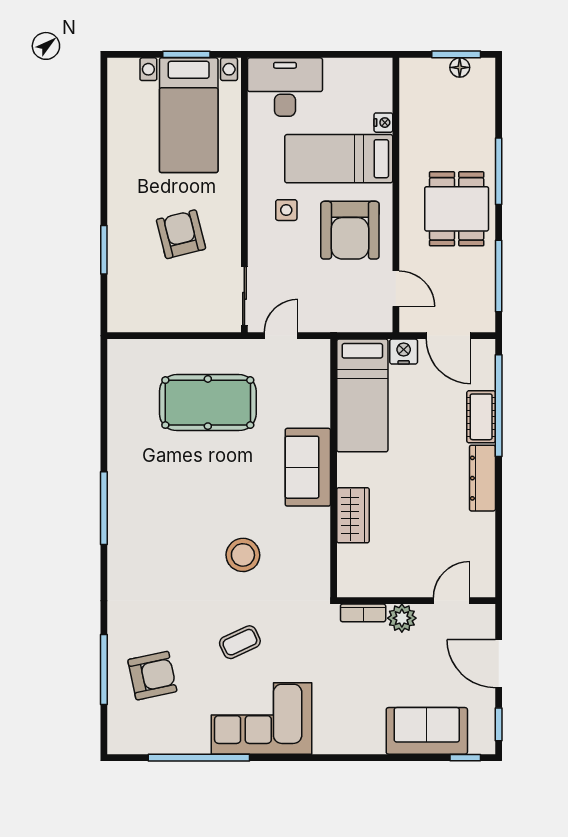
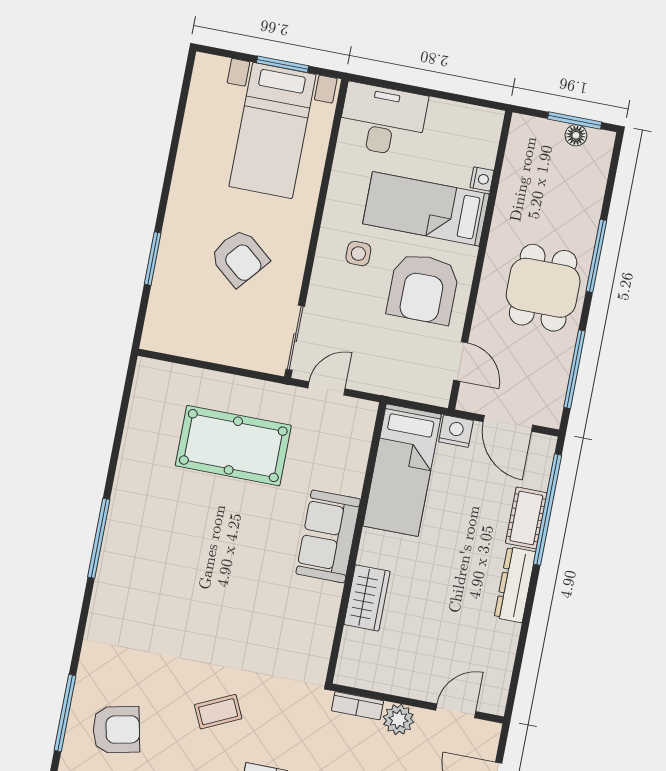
armchair: (181, 234) -> (239, 258), turned 144
stool: (243, 555) -> (240, 618), removed

